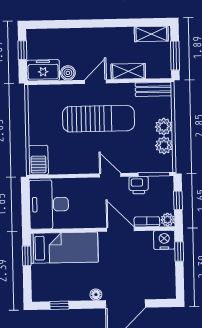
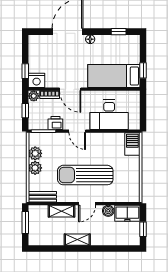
shelving: (151, 34) -> (77, 240), moved
desk: (49, 204) -> (109, 115), moved, turned 90

